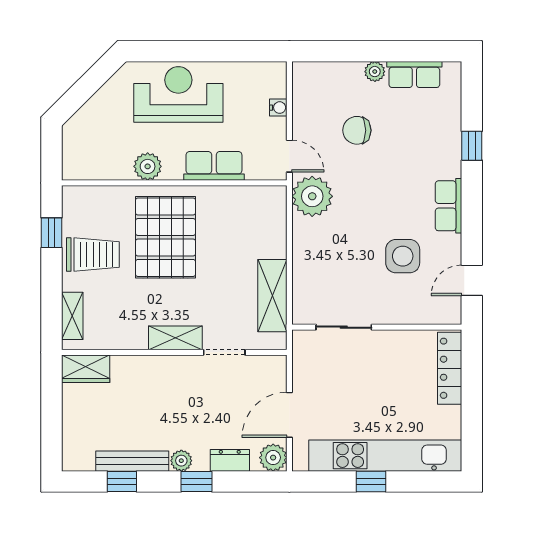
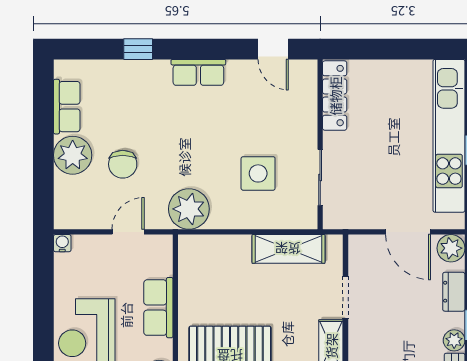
plant: (375, 72) -> (73, 155), width x1.87, depth x1.87
water cooler: (278, 108) -> (62, 243), moved
door: (289, 156) -> (128, 232), moved
side table: (403, 256) -> (258, 173), moved
locker: (450, 368) -> (335, 96), moved, turned -90

